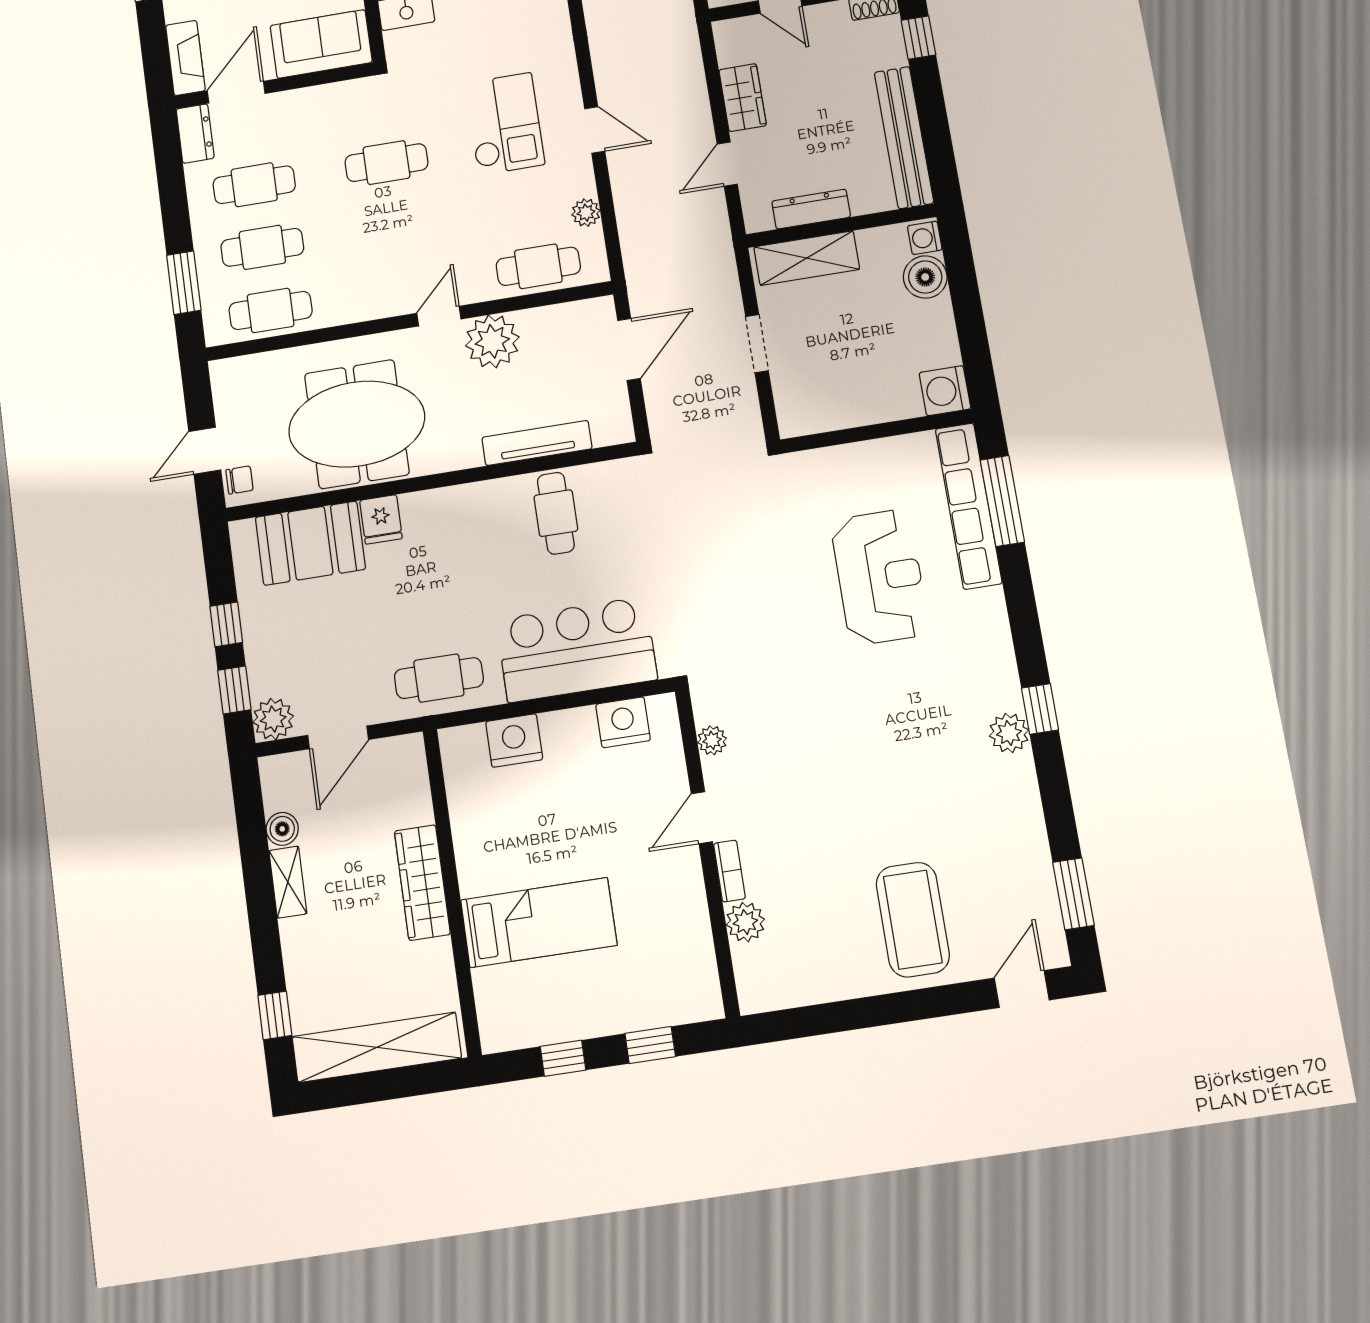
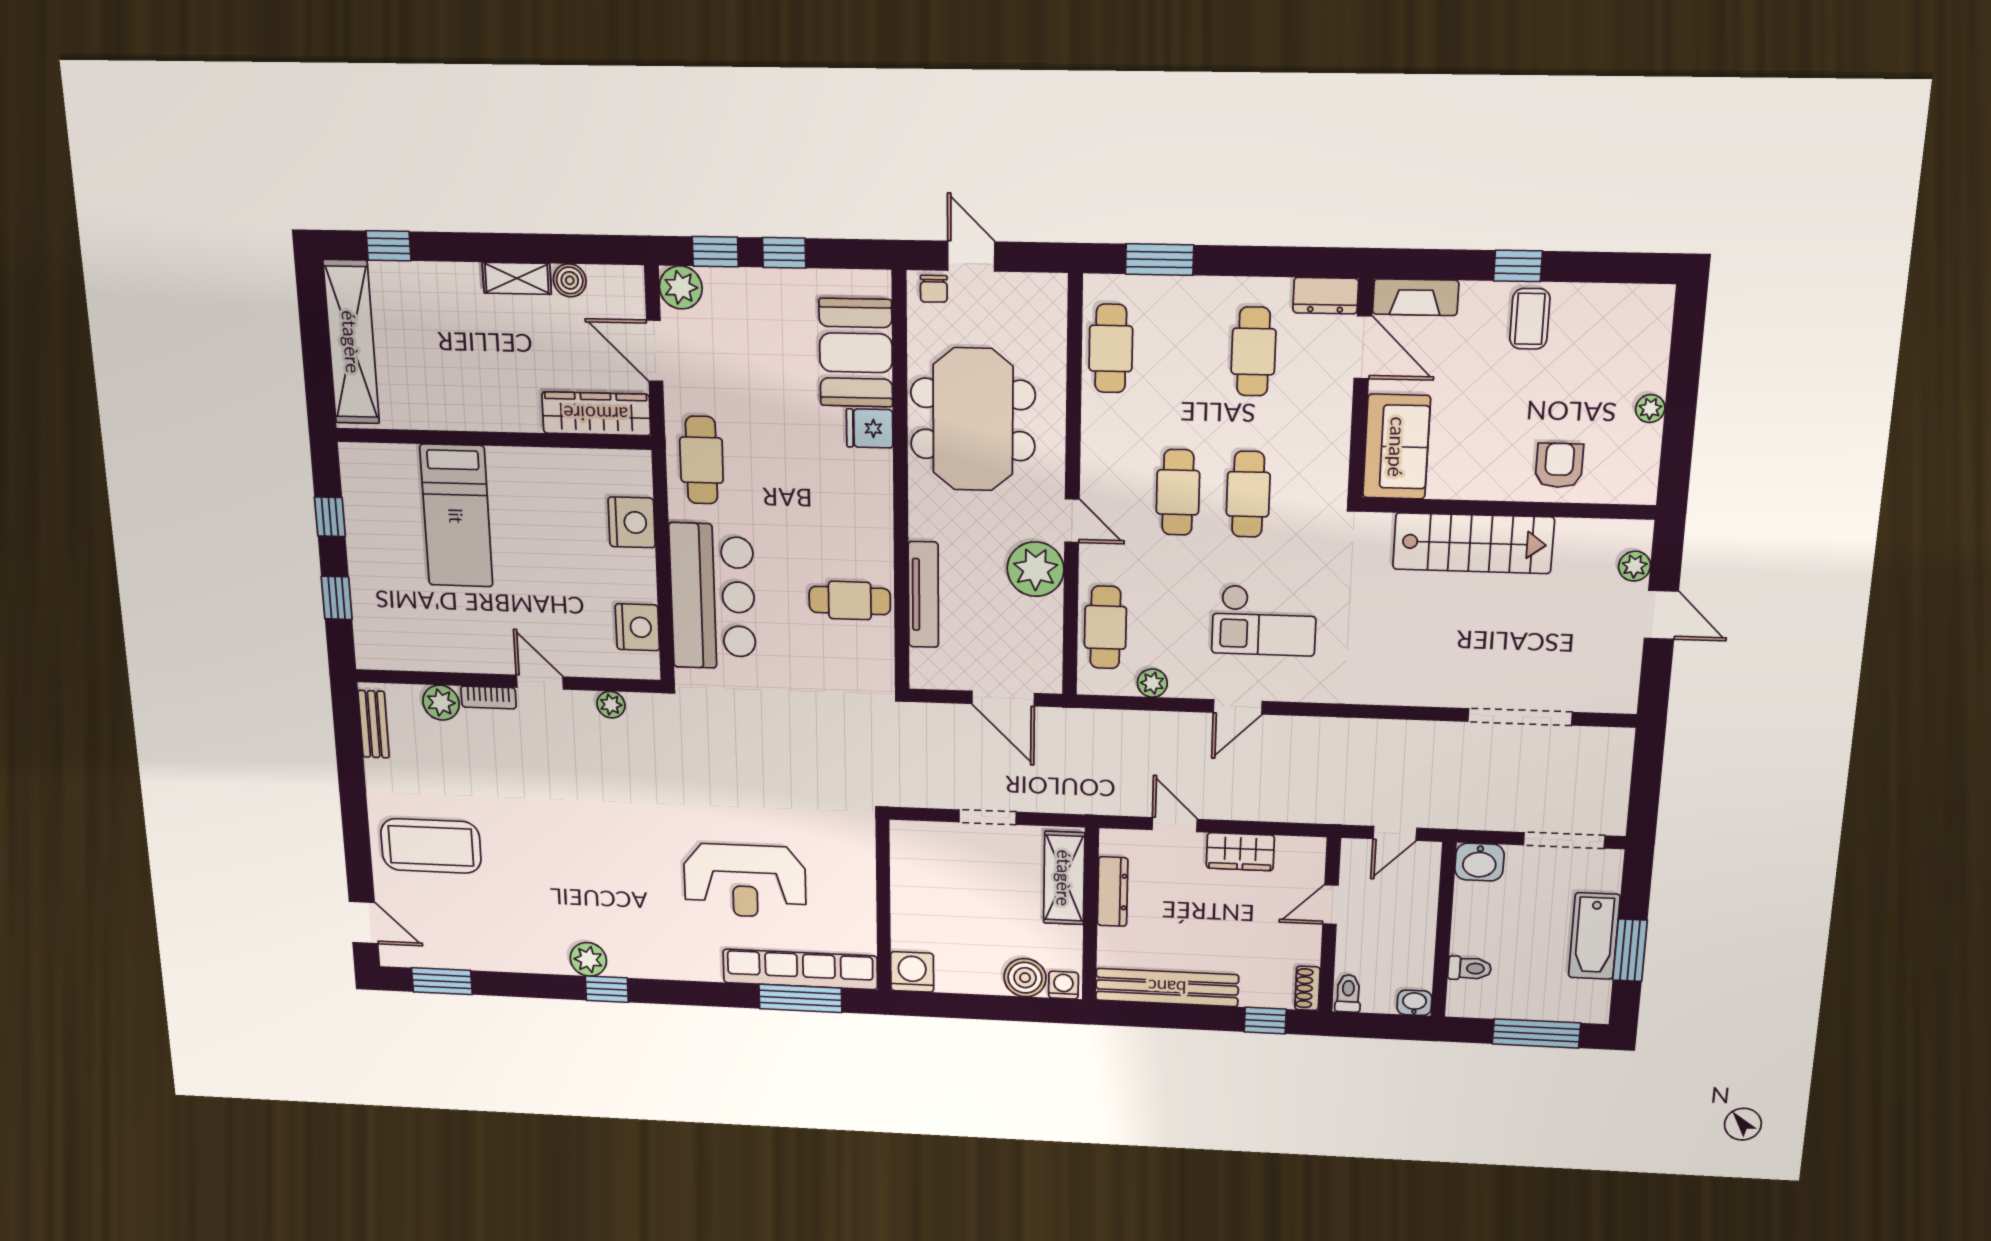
cafe table: (262, 247) -> (1178, 492), moved
wardrobe: (422, 883) -> (596, 414), moved
bench: (784, 994) -> (374, 724), added

